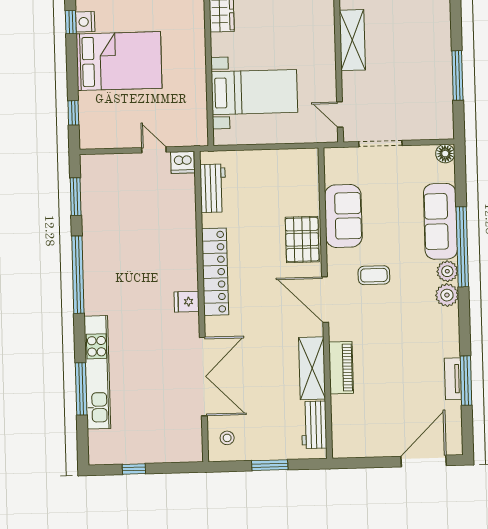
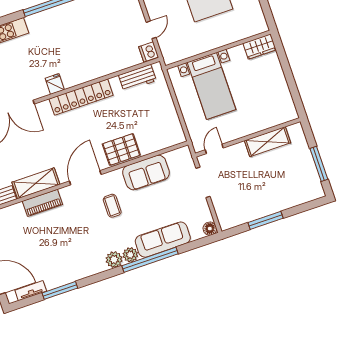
tv unit: (453, 379) -> (31, 291), moved

